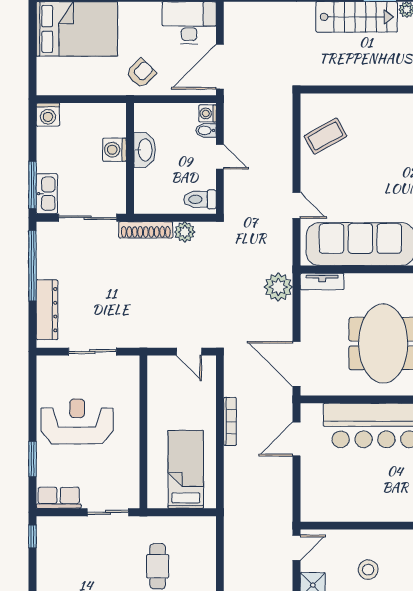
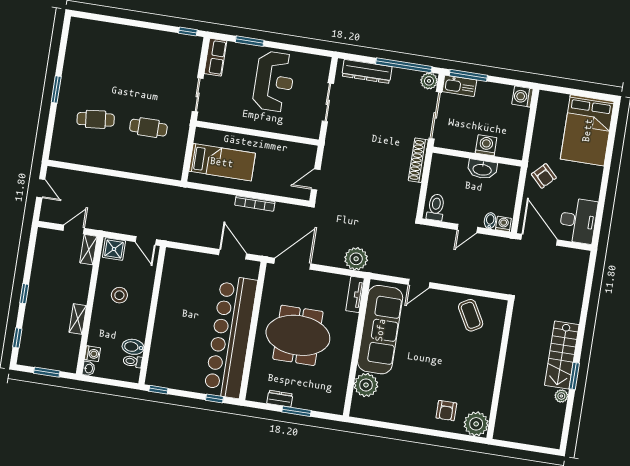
plant: (185, 232) -> (429, 81), moved

